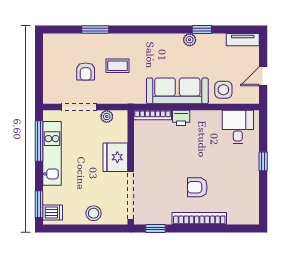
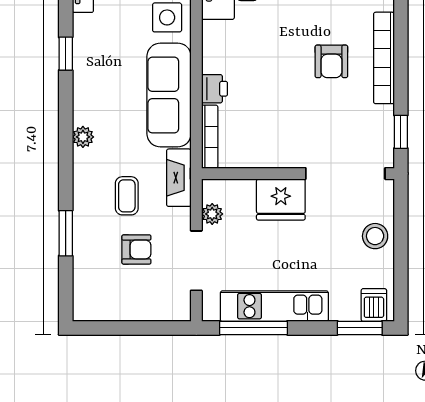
plant: (190, 40) -> (83, 137), moved
fireplace: (128, 97) -> (179, 178), added

